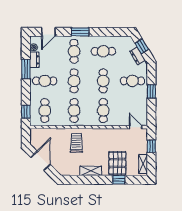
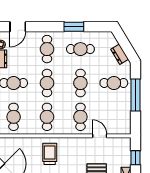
window: (80, 32) -> (74, 27), moved
window: (142, 46) -> (124, 43), removed
window: (151, 91) -> (136, 95), width x2.17
door: (136, 127) -> (100, 136), moved

